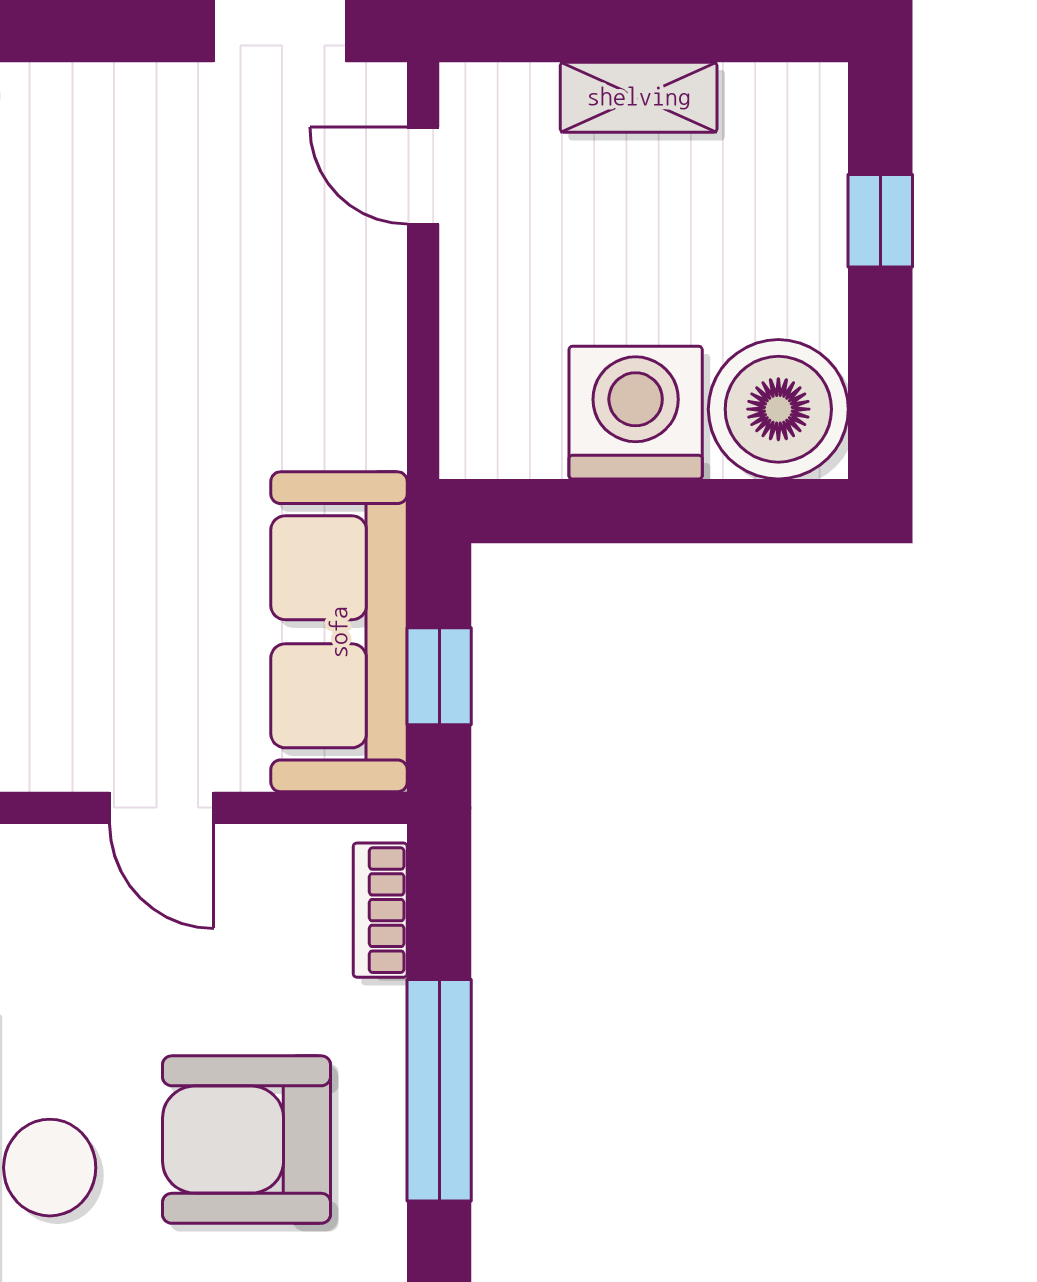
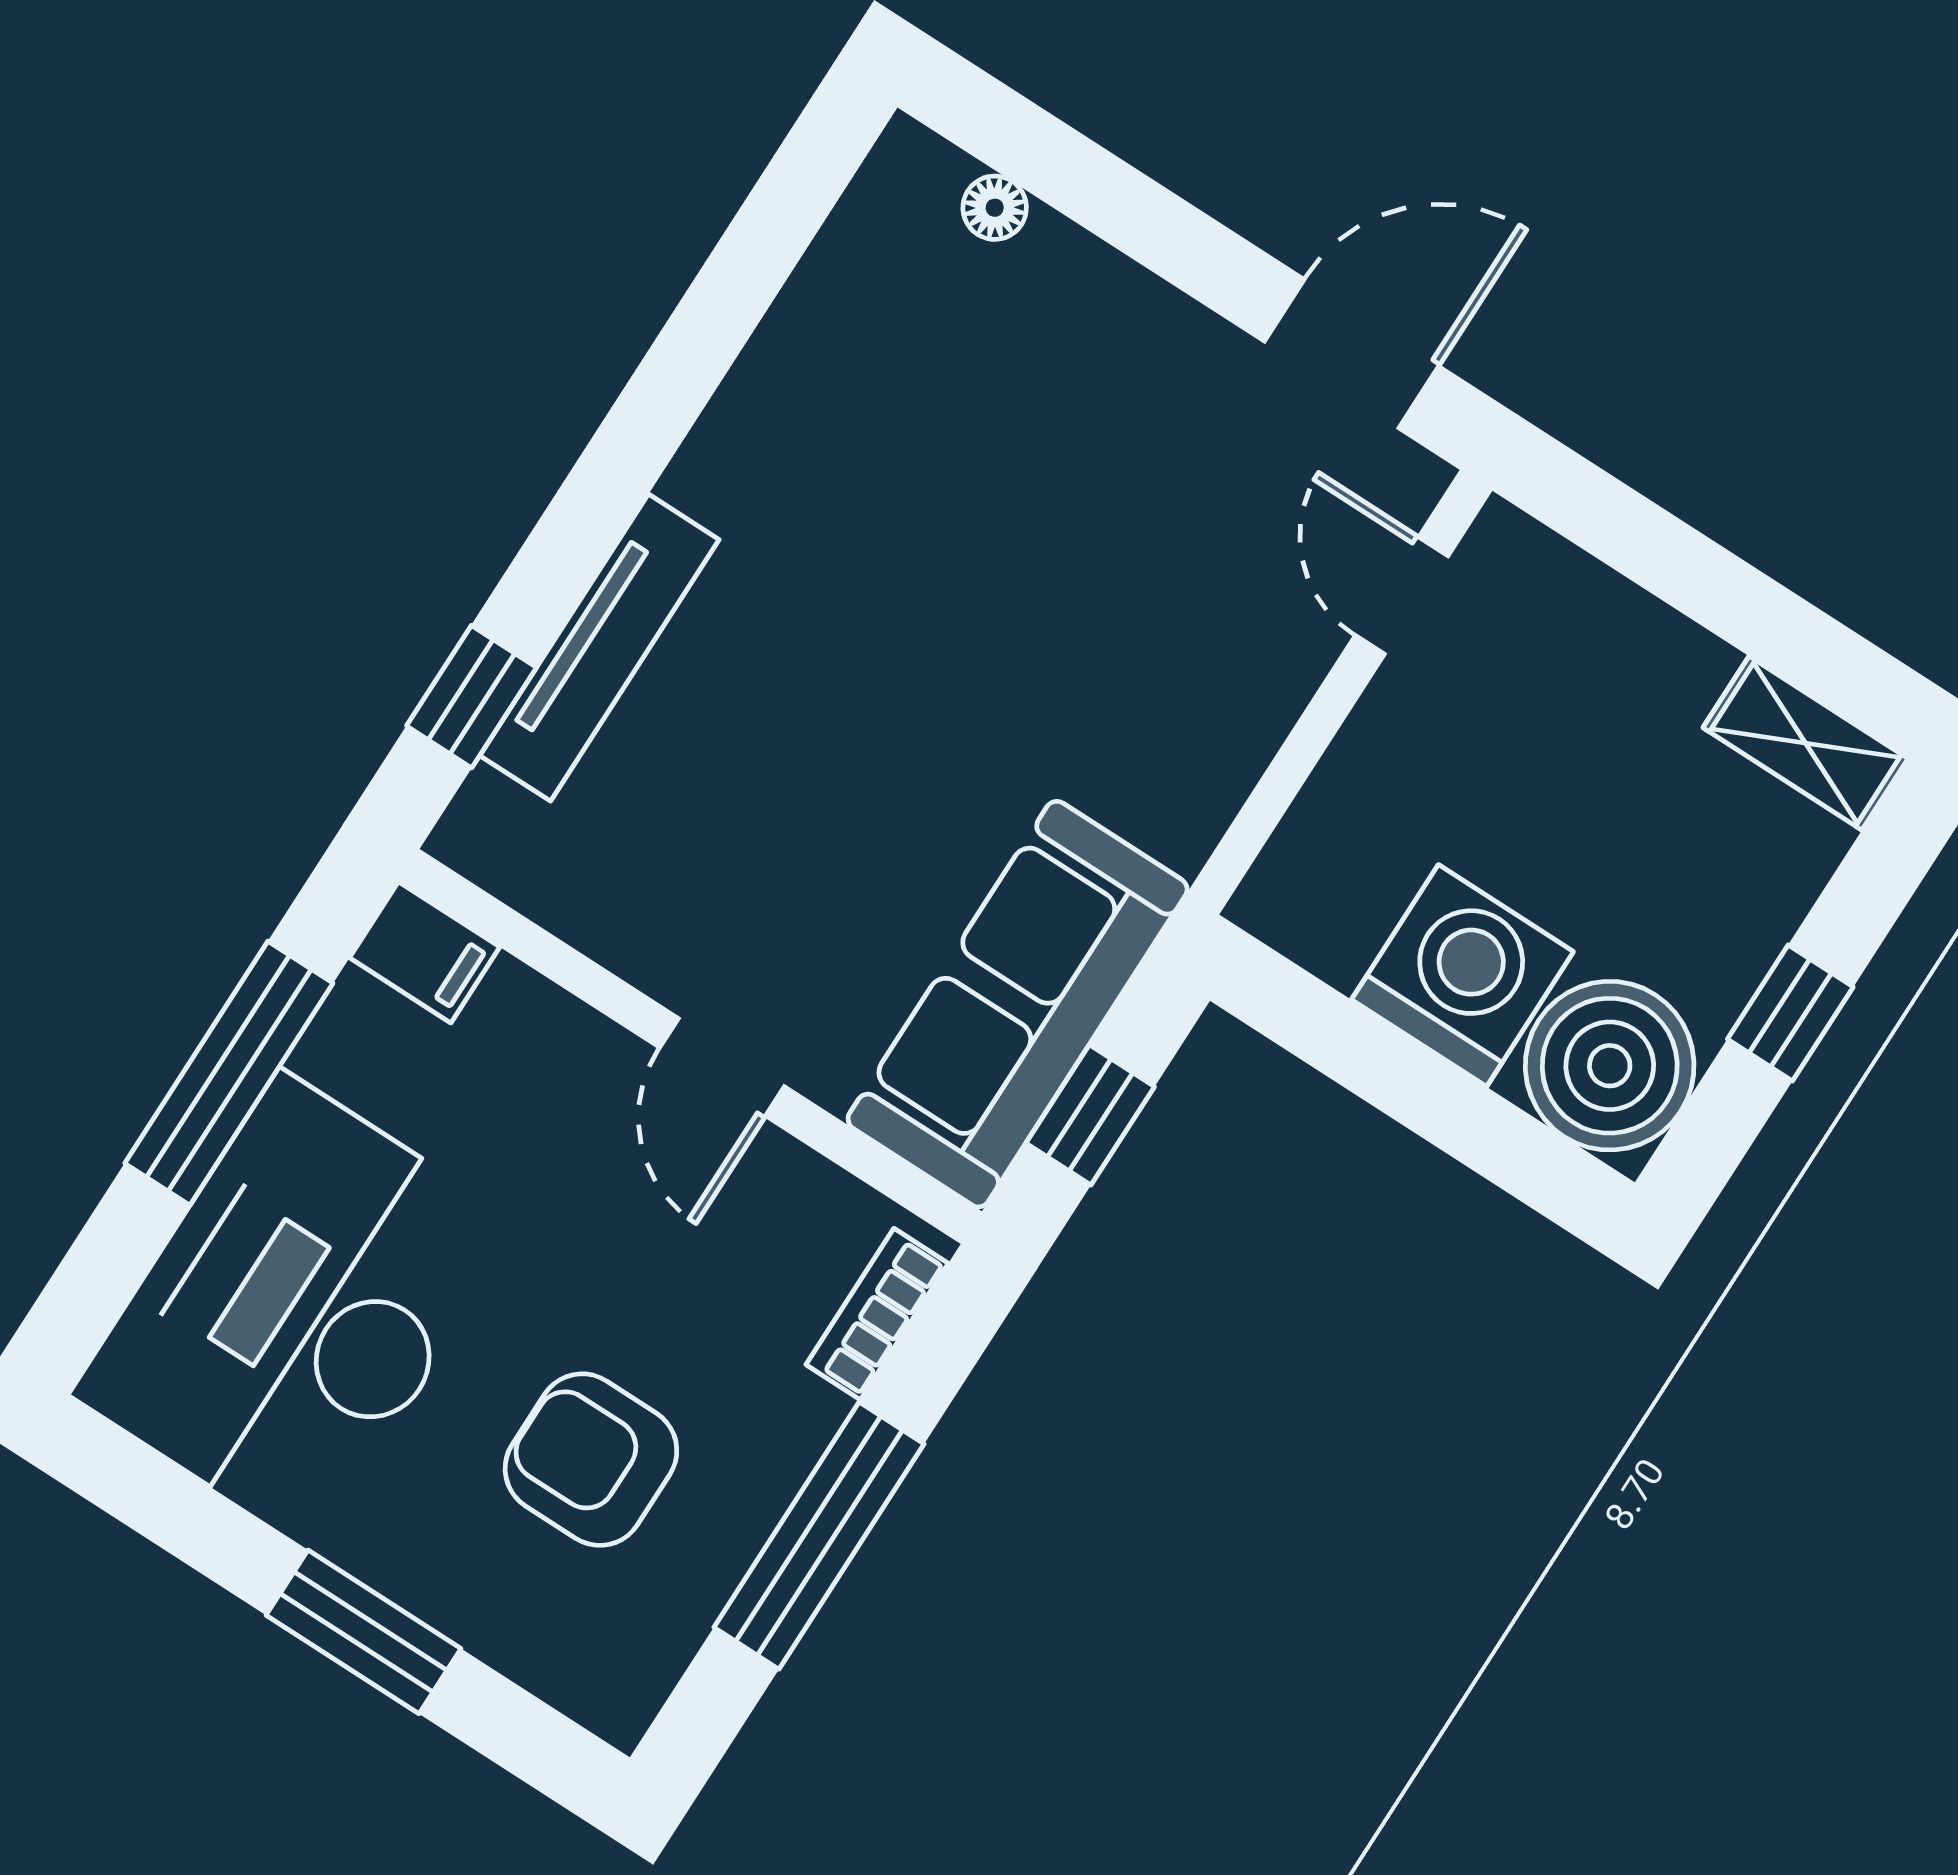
shelving: (639, 97) -> (1806, 743), moved
window: (880, 221) -> (1790, 1013), moved
armchair: (246, 1140) -> (591, 1460), width x0.73, depth x0.73

